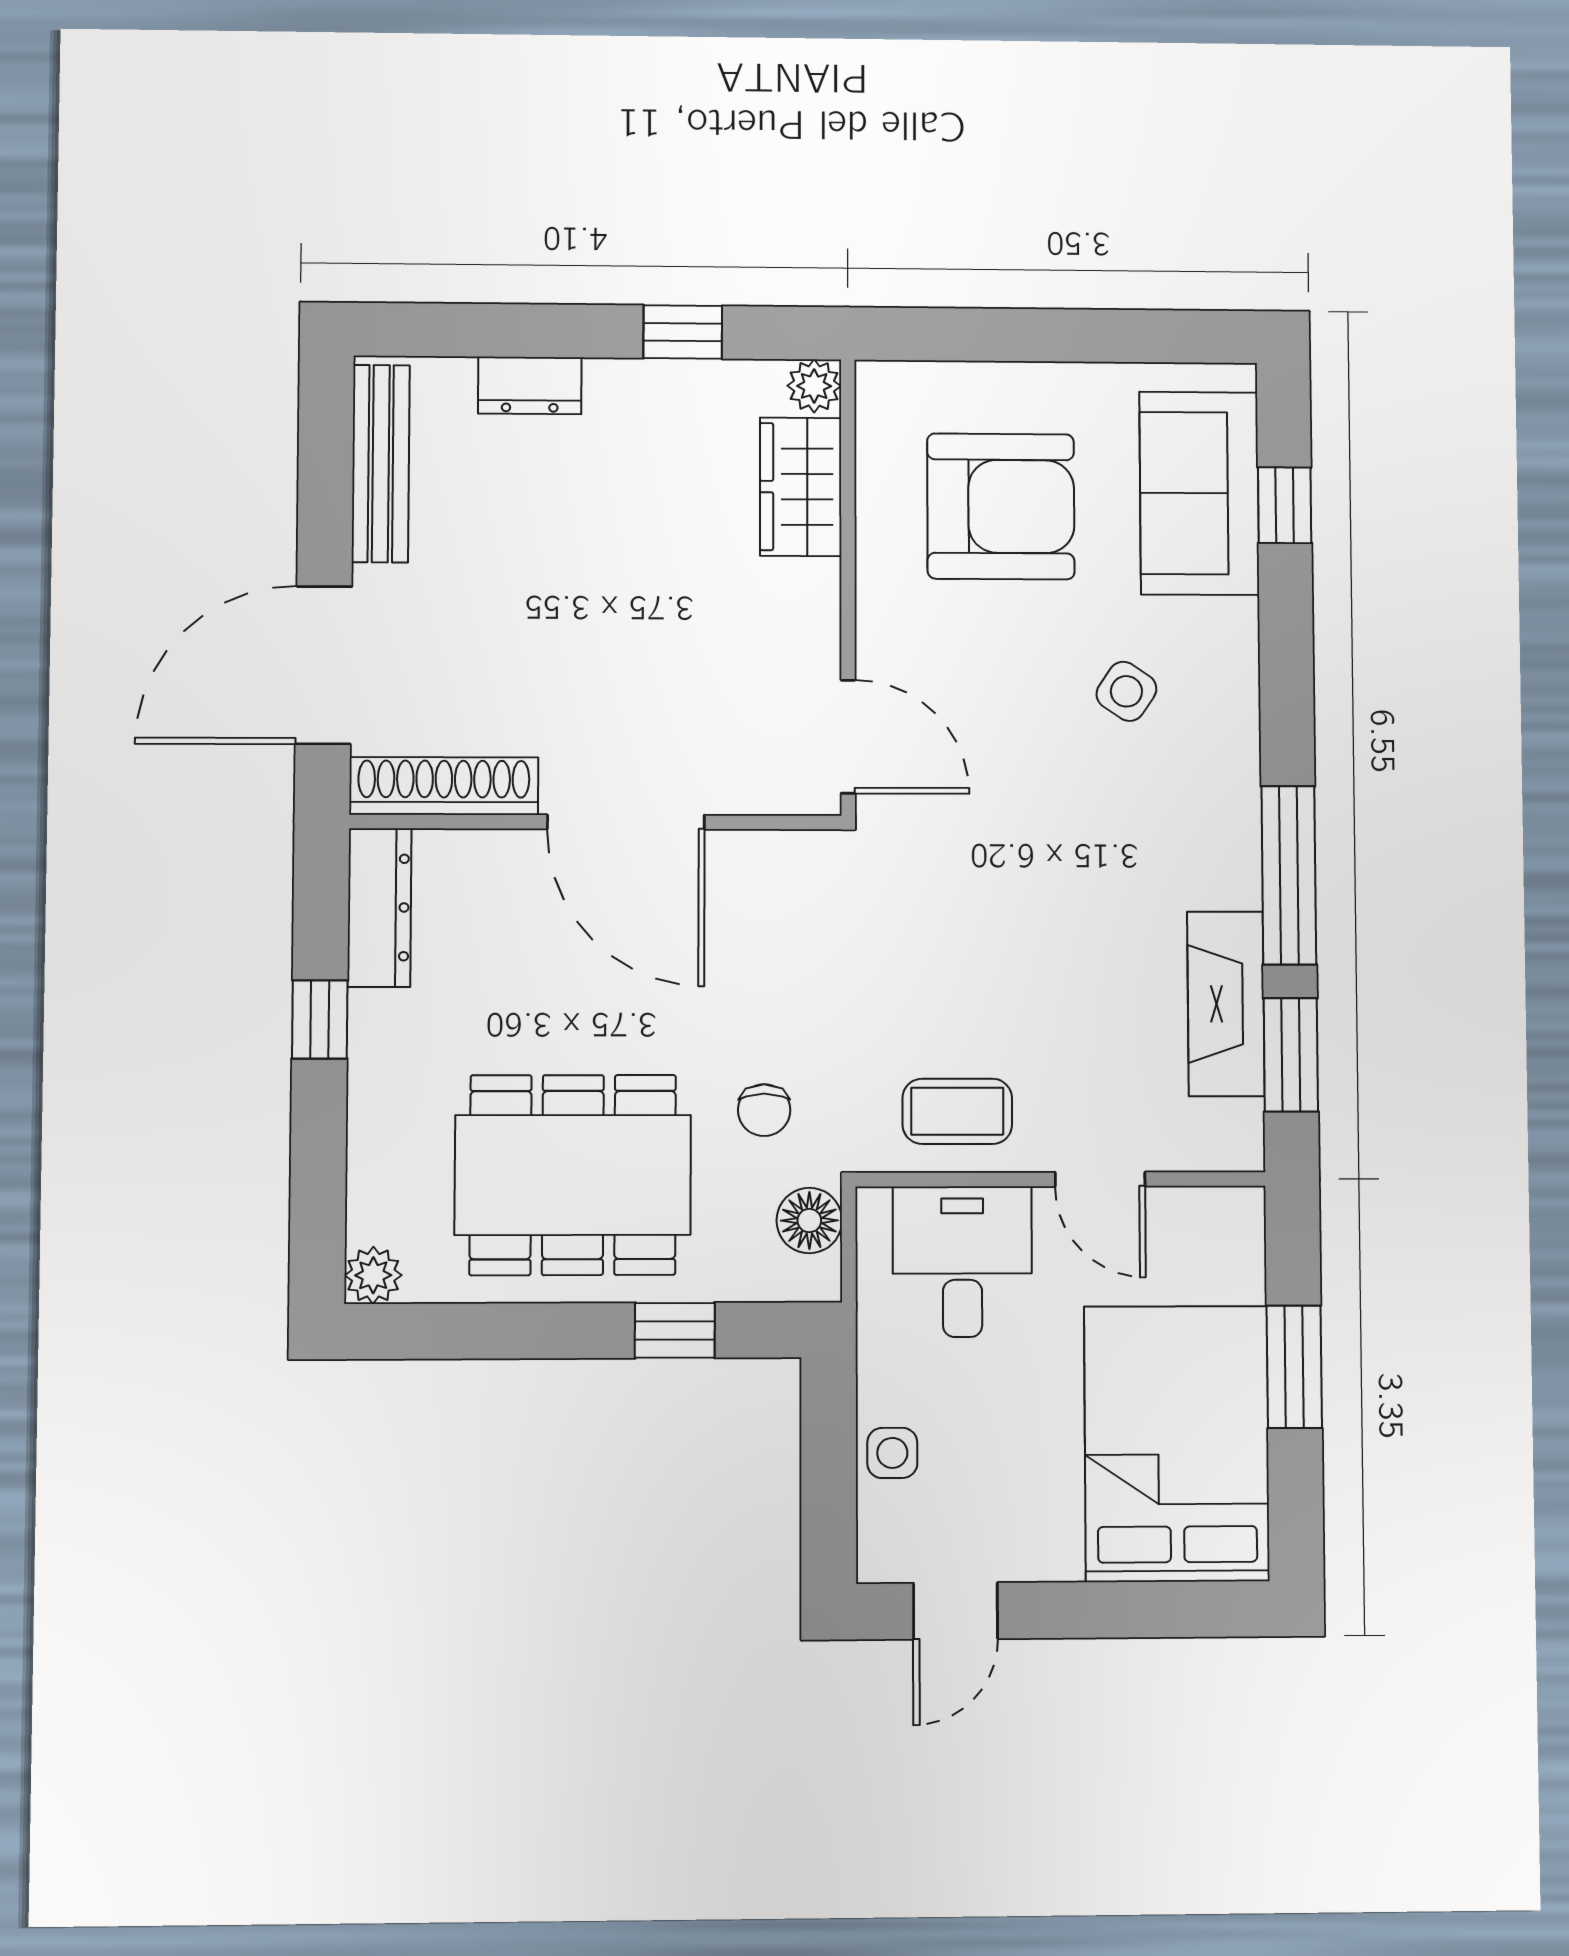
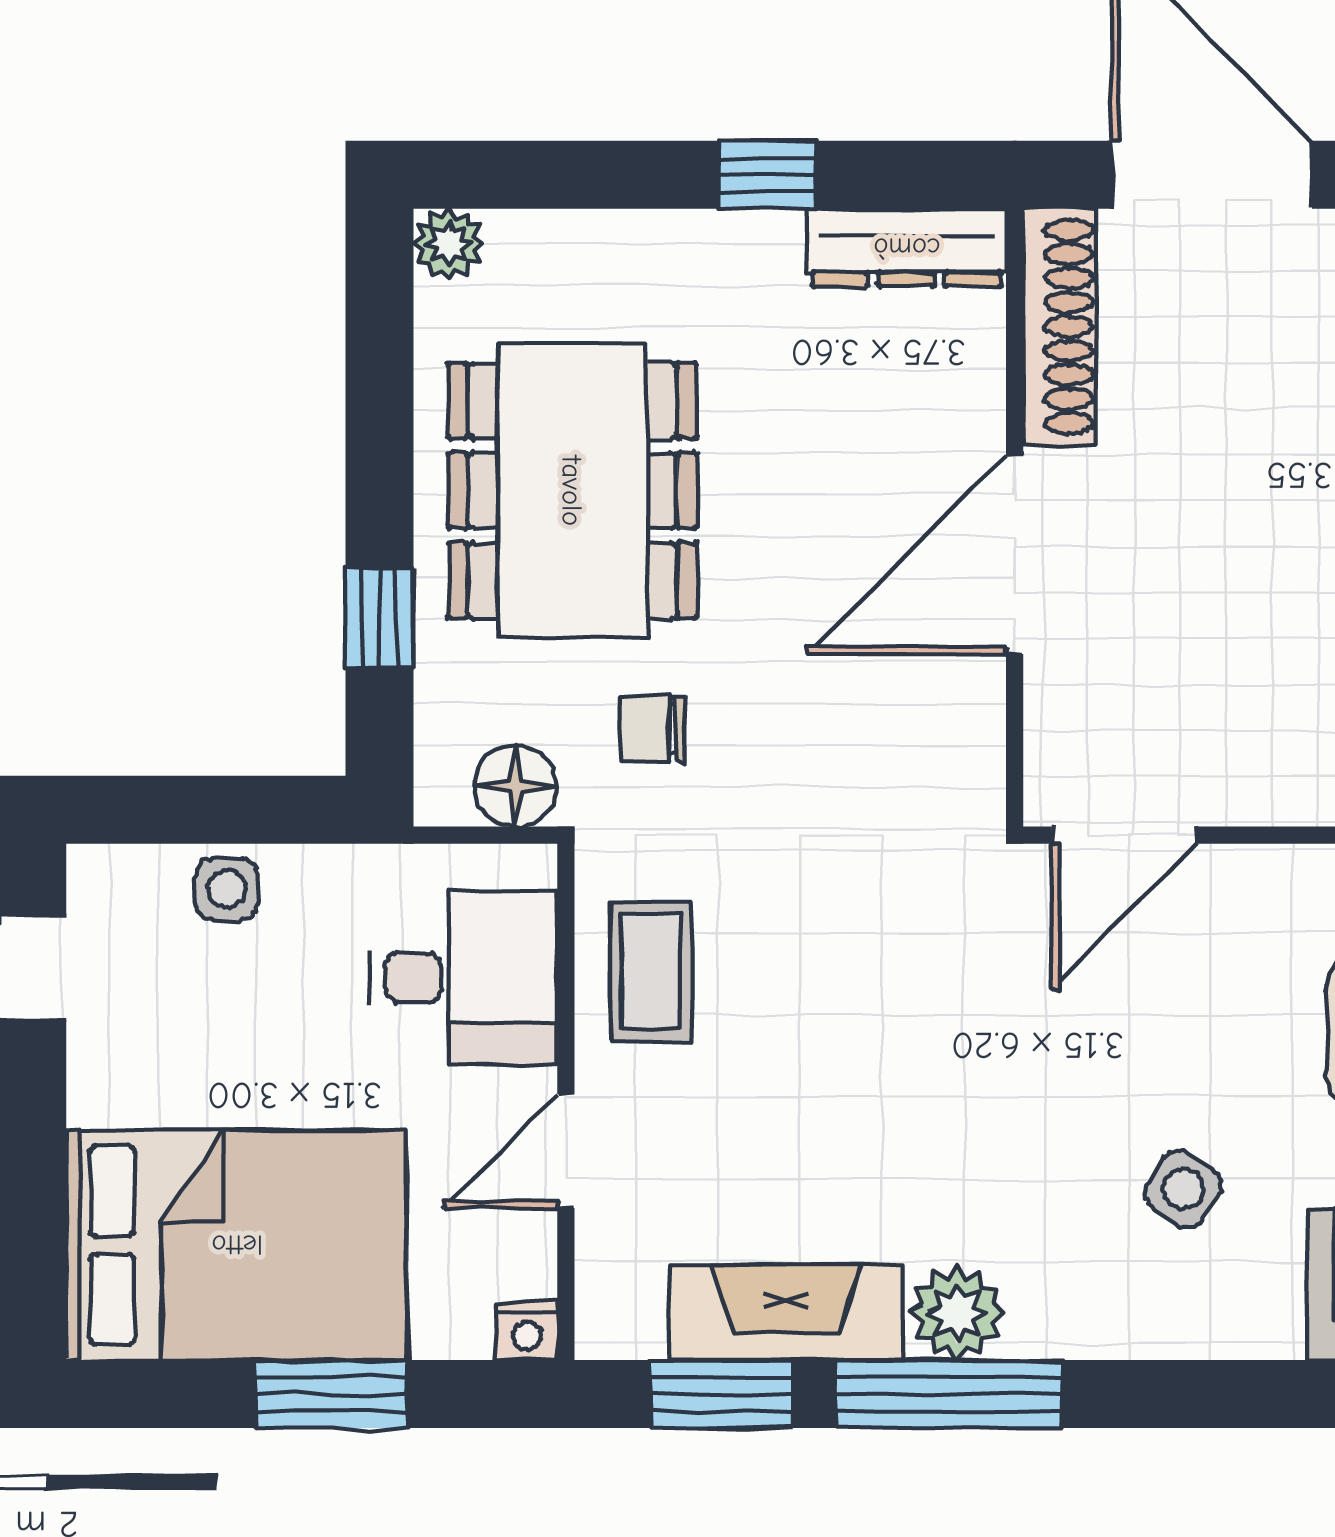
plant: (1225, 869) -> (957, 1313), added
nightstand: (1243, 1210) -> (527, 1331), added

